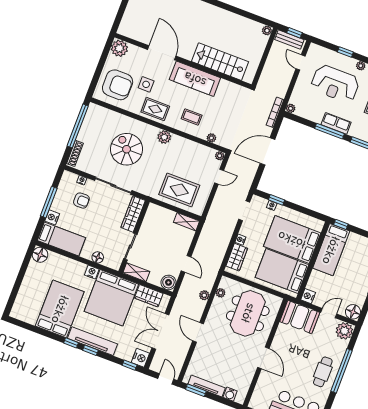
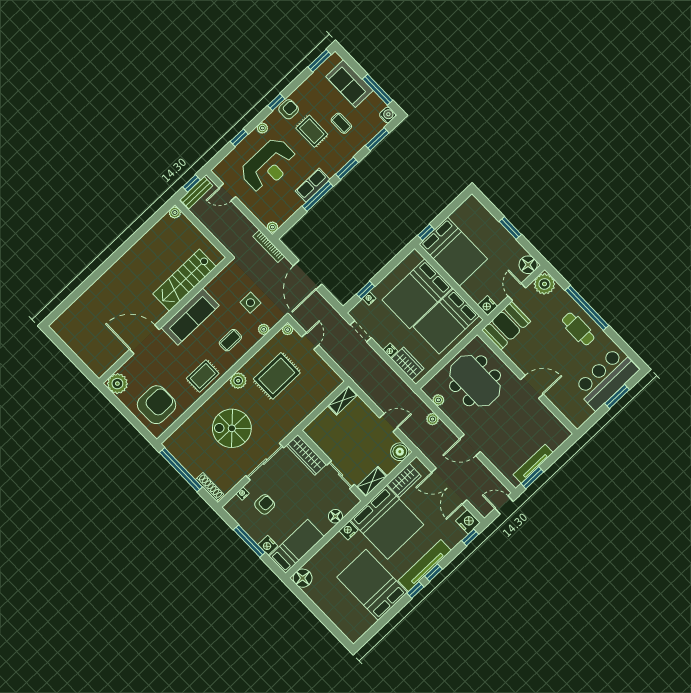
side table: (146, 84) -> (250, 303), moved
rug: (179, 190) -> (277, 376), moved
bed: (331, 250) -> (453, 252), width x1.50
water cooler: (230, 394) -> (554, 442), removed

